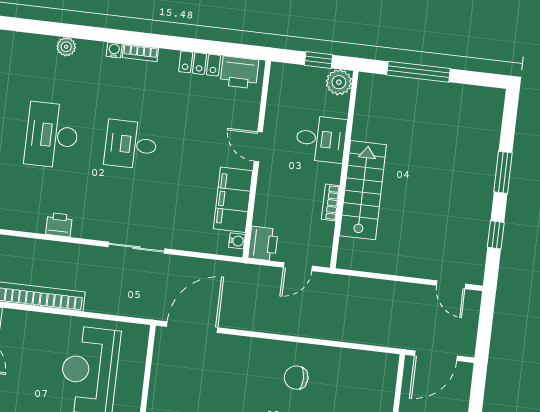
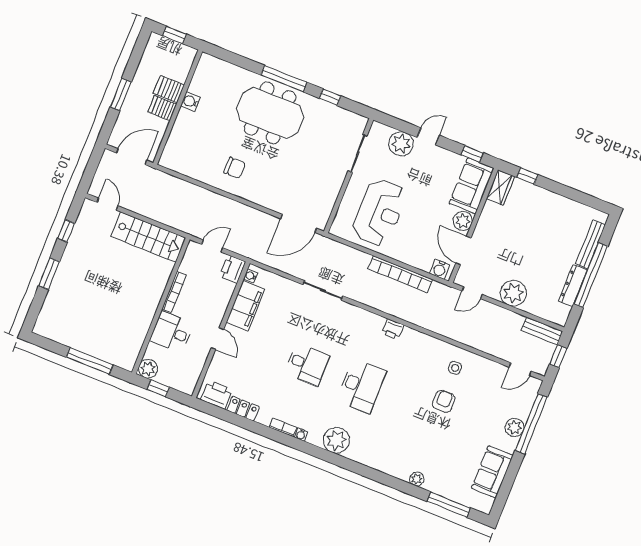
plant: (66, 47) -> (336, 440), width x1.87, depth x1.87
stairs: (363, 190) -> (148, 237), moved, turned -90
bookcase: (331, 203) -> (174, 292), width x1.56
printer: (59, 225) -> (393, 329), moved

